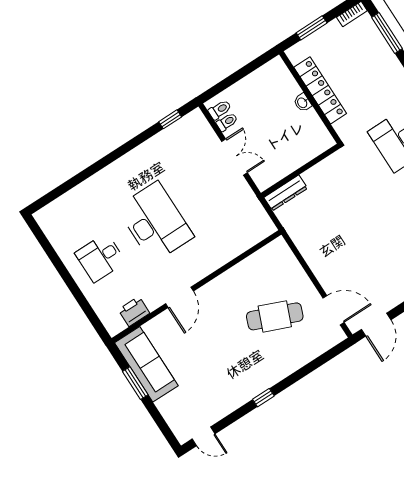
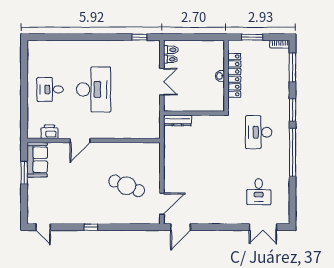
door: (334, 310) -> (162, 204), hinge flipped
sofa: (146, 364) -> (37, 160), width x0.73

